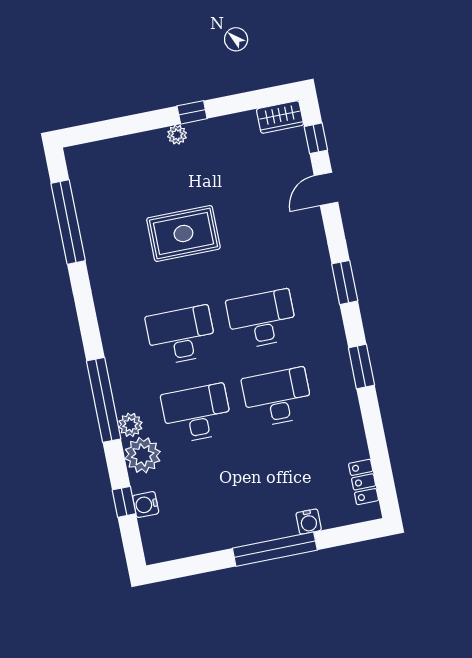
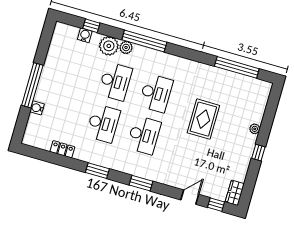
plant: (177, 135) -> (255, 129), moved
door: (326, 189) -> (190, 197), hinge flipped
locker: (364, 482) -> (62, 149), moved

